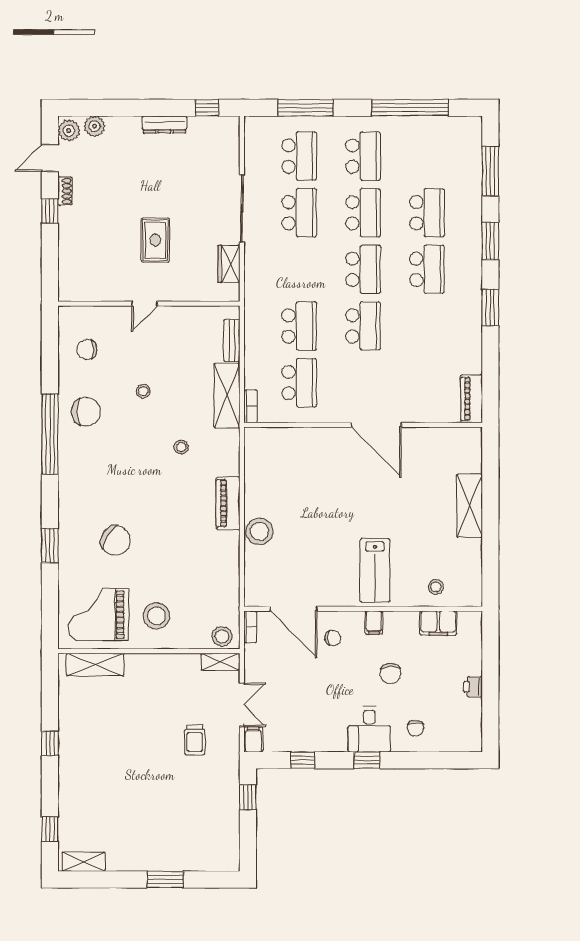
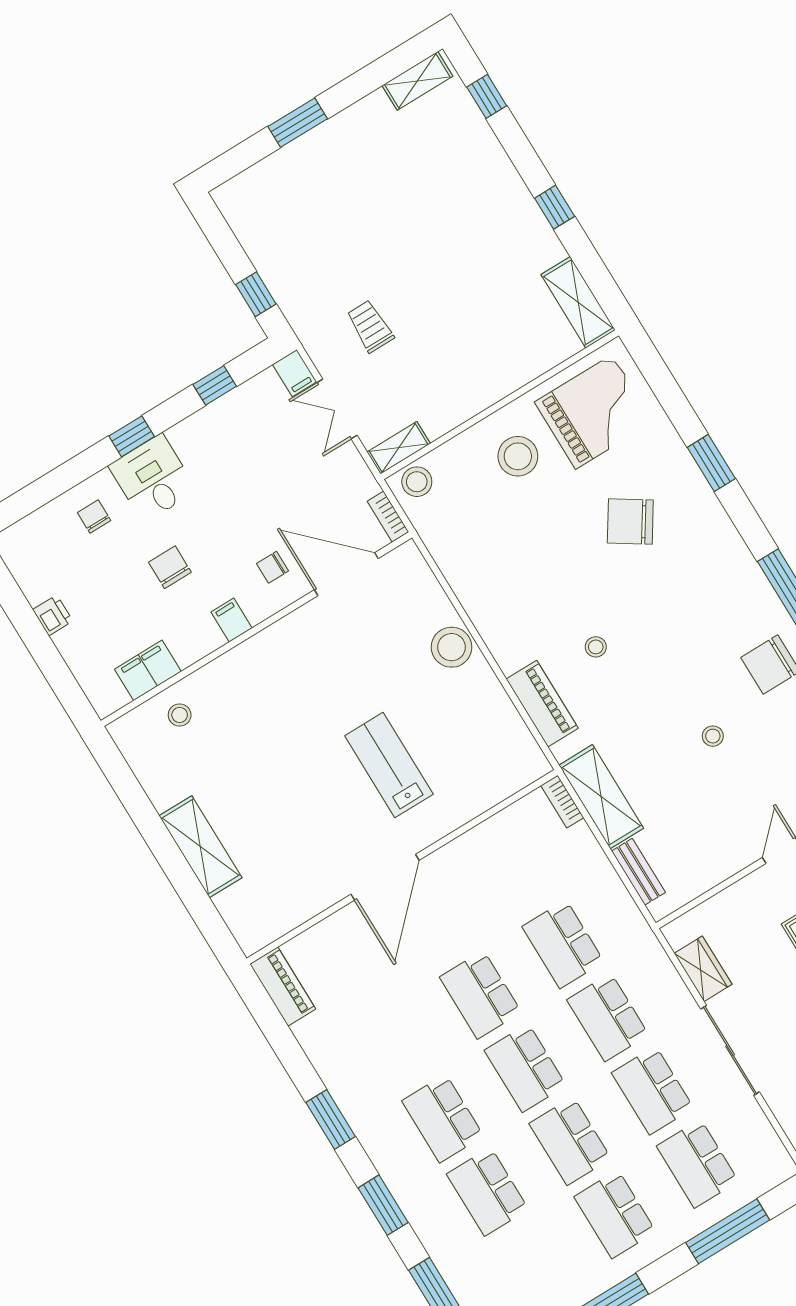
school desk: (299, 383) -> (608, 1017), moved
door: (376, 425) -> (385, 877), swing flipped
stool: (181, 447) -> (596, 647), moved
piano: (228, 503) -> (542, 704), moved
lab bench: (375, 570) -> (389, 765), moved
shelving: (95, 665) -> (578, 302), moved, turned 90

